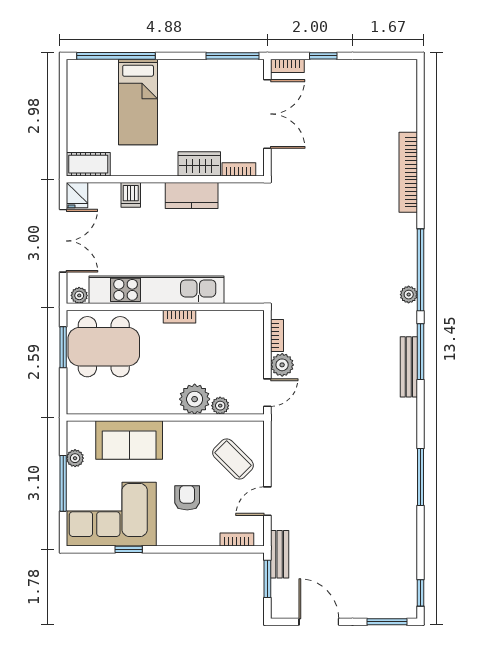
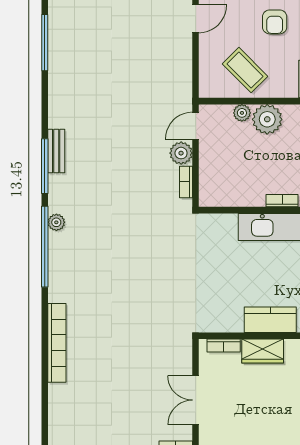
double door: (267, 114) -> (196, 400), width x0.73
bench: (409, 367) -> (56, 151), width x0.73
coffee table: (233, 459) -> (245, 70), moved

